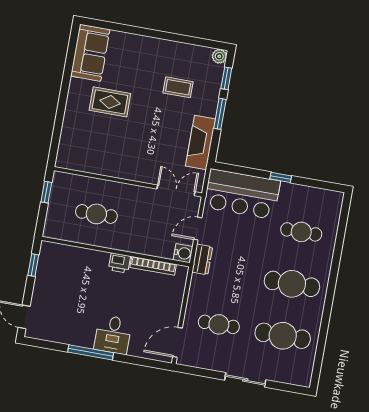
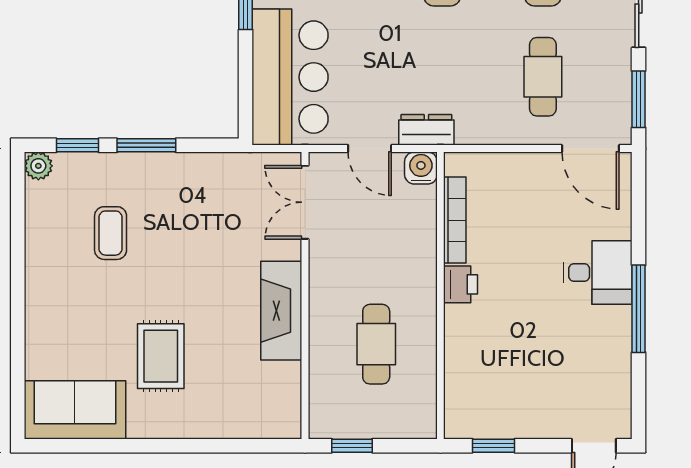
fireplace: (200, 143) -> (281, 311), moved, turned 90
window: (199, 372) -> (639, 99), added

